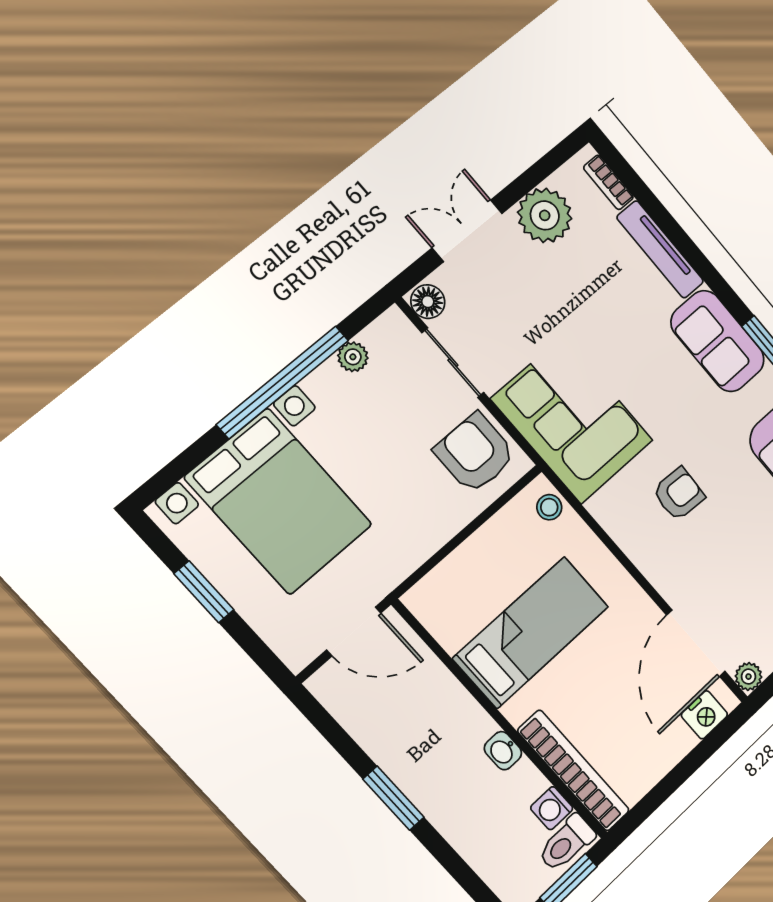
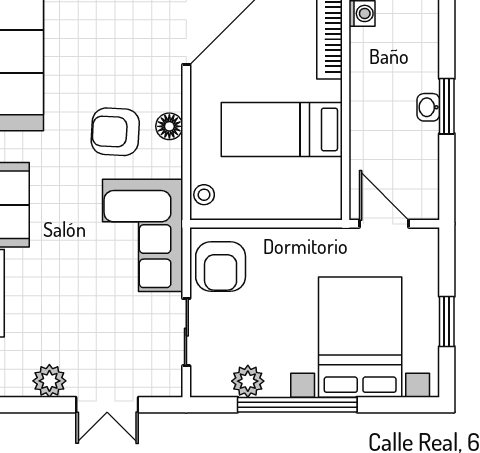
plant: (545, 215) -> (49, 381), width x0.73, depth x0.73
floor lamp: (428, 302) -> (169, 126), moved
plant: (353, 357) -> (248, 381), width x1.38, depth x1.38
armchair: (679, 494) -> (115, 132), width x1.38, depth x1.38
washbasin: (503, 751) -> (428, 107), moved, turned 180

